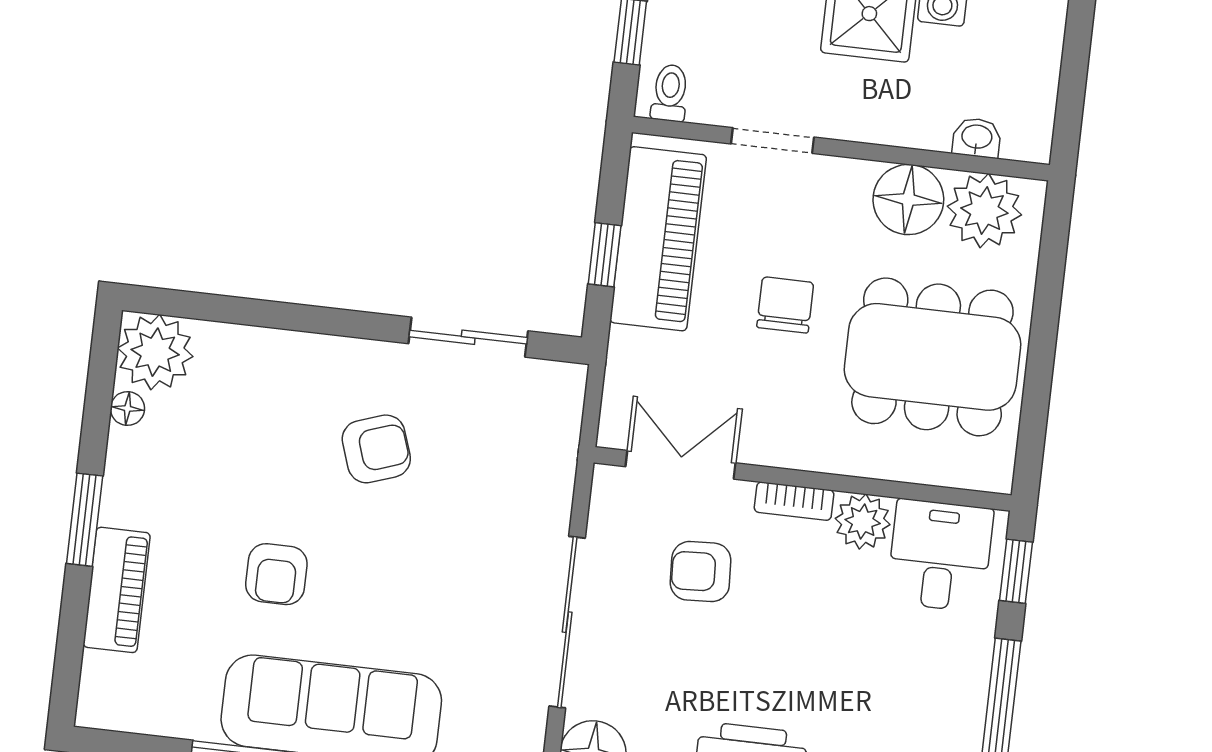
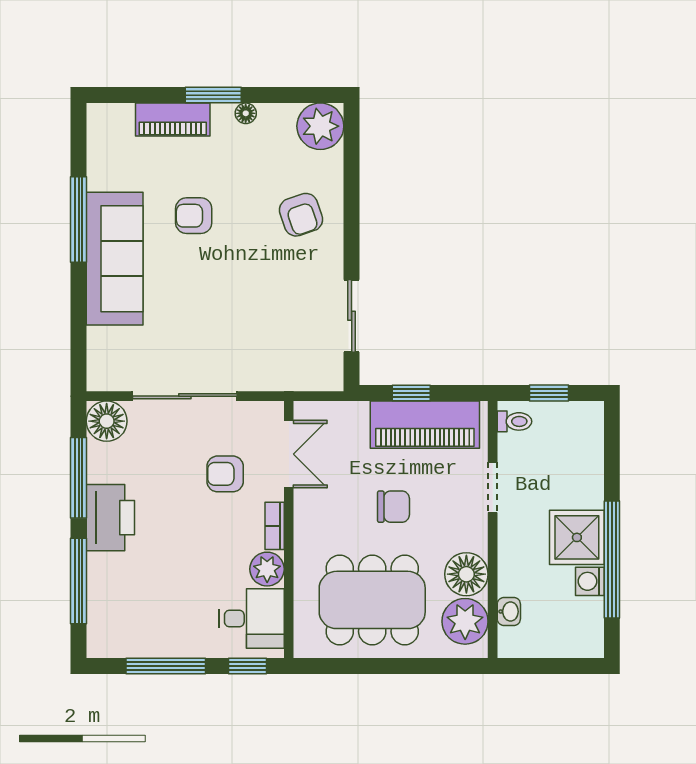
dining table: (932, 357) -> (372, 600), turned 90
floor lamp: (127, 409) -> (246, 113), moved
armchair: (376, 449) -> (301, 215), moved
armchair: (701, 572) -> (225, 474), turned -87

